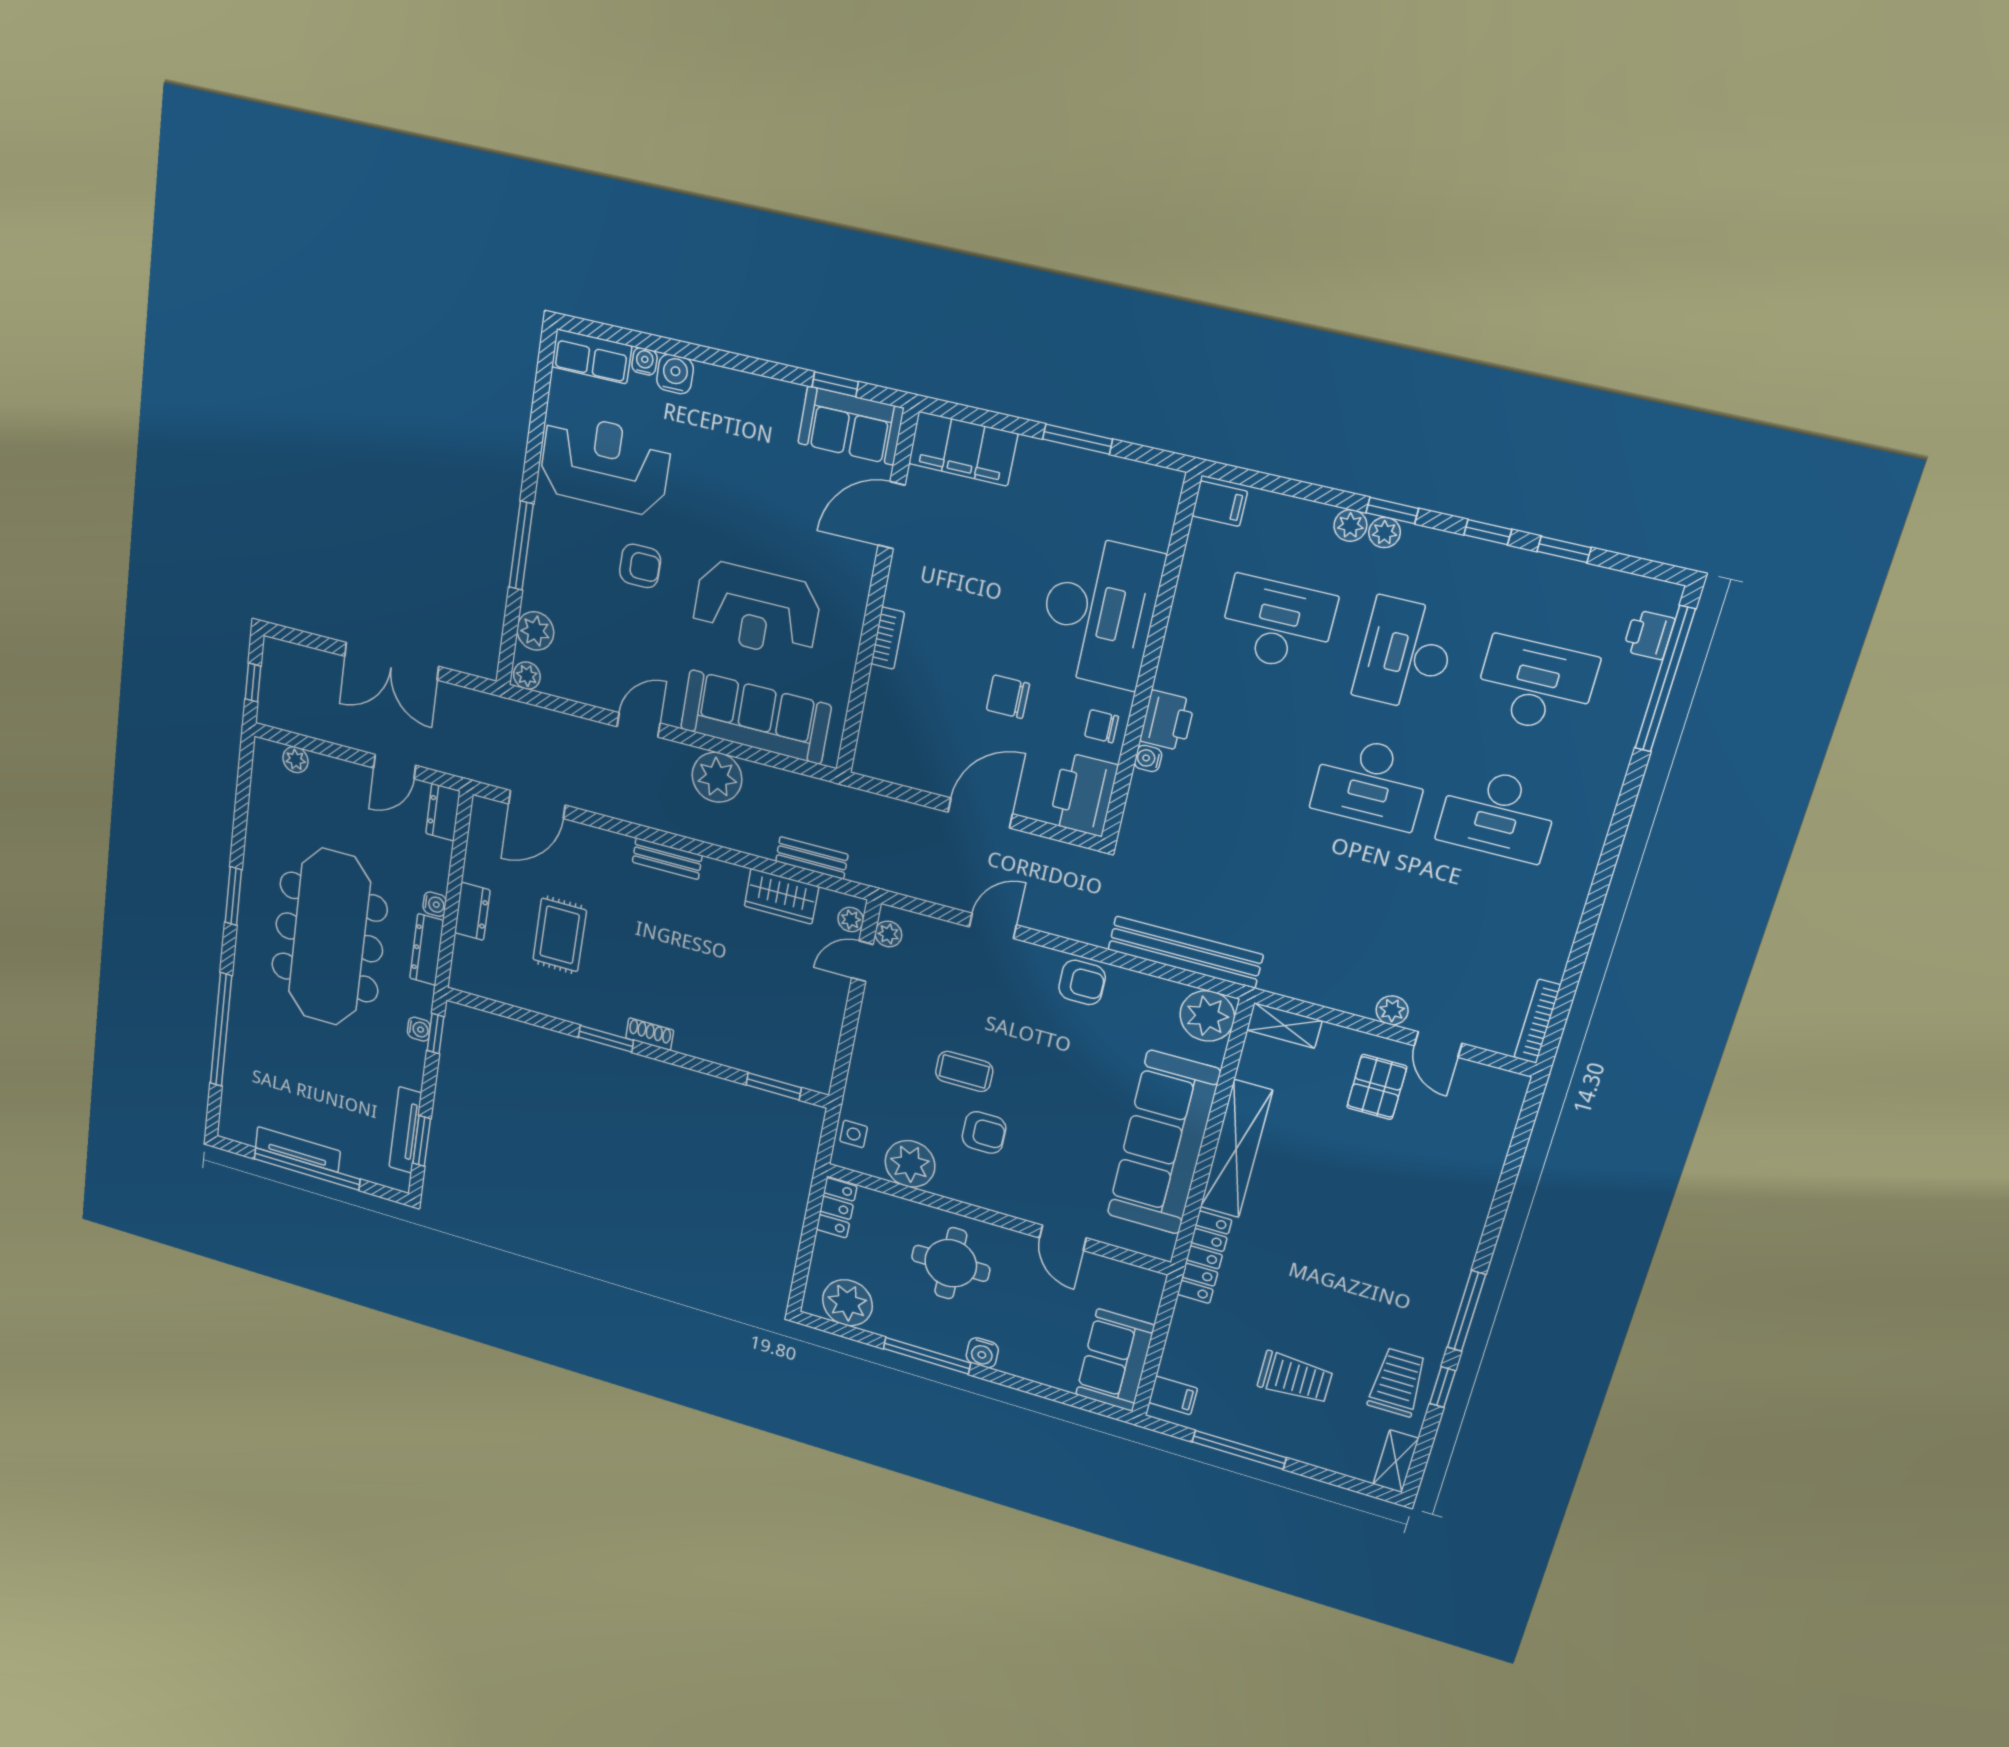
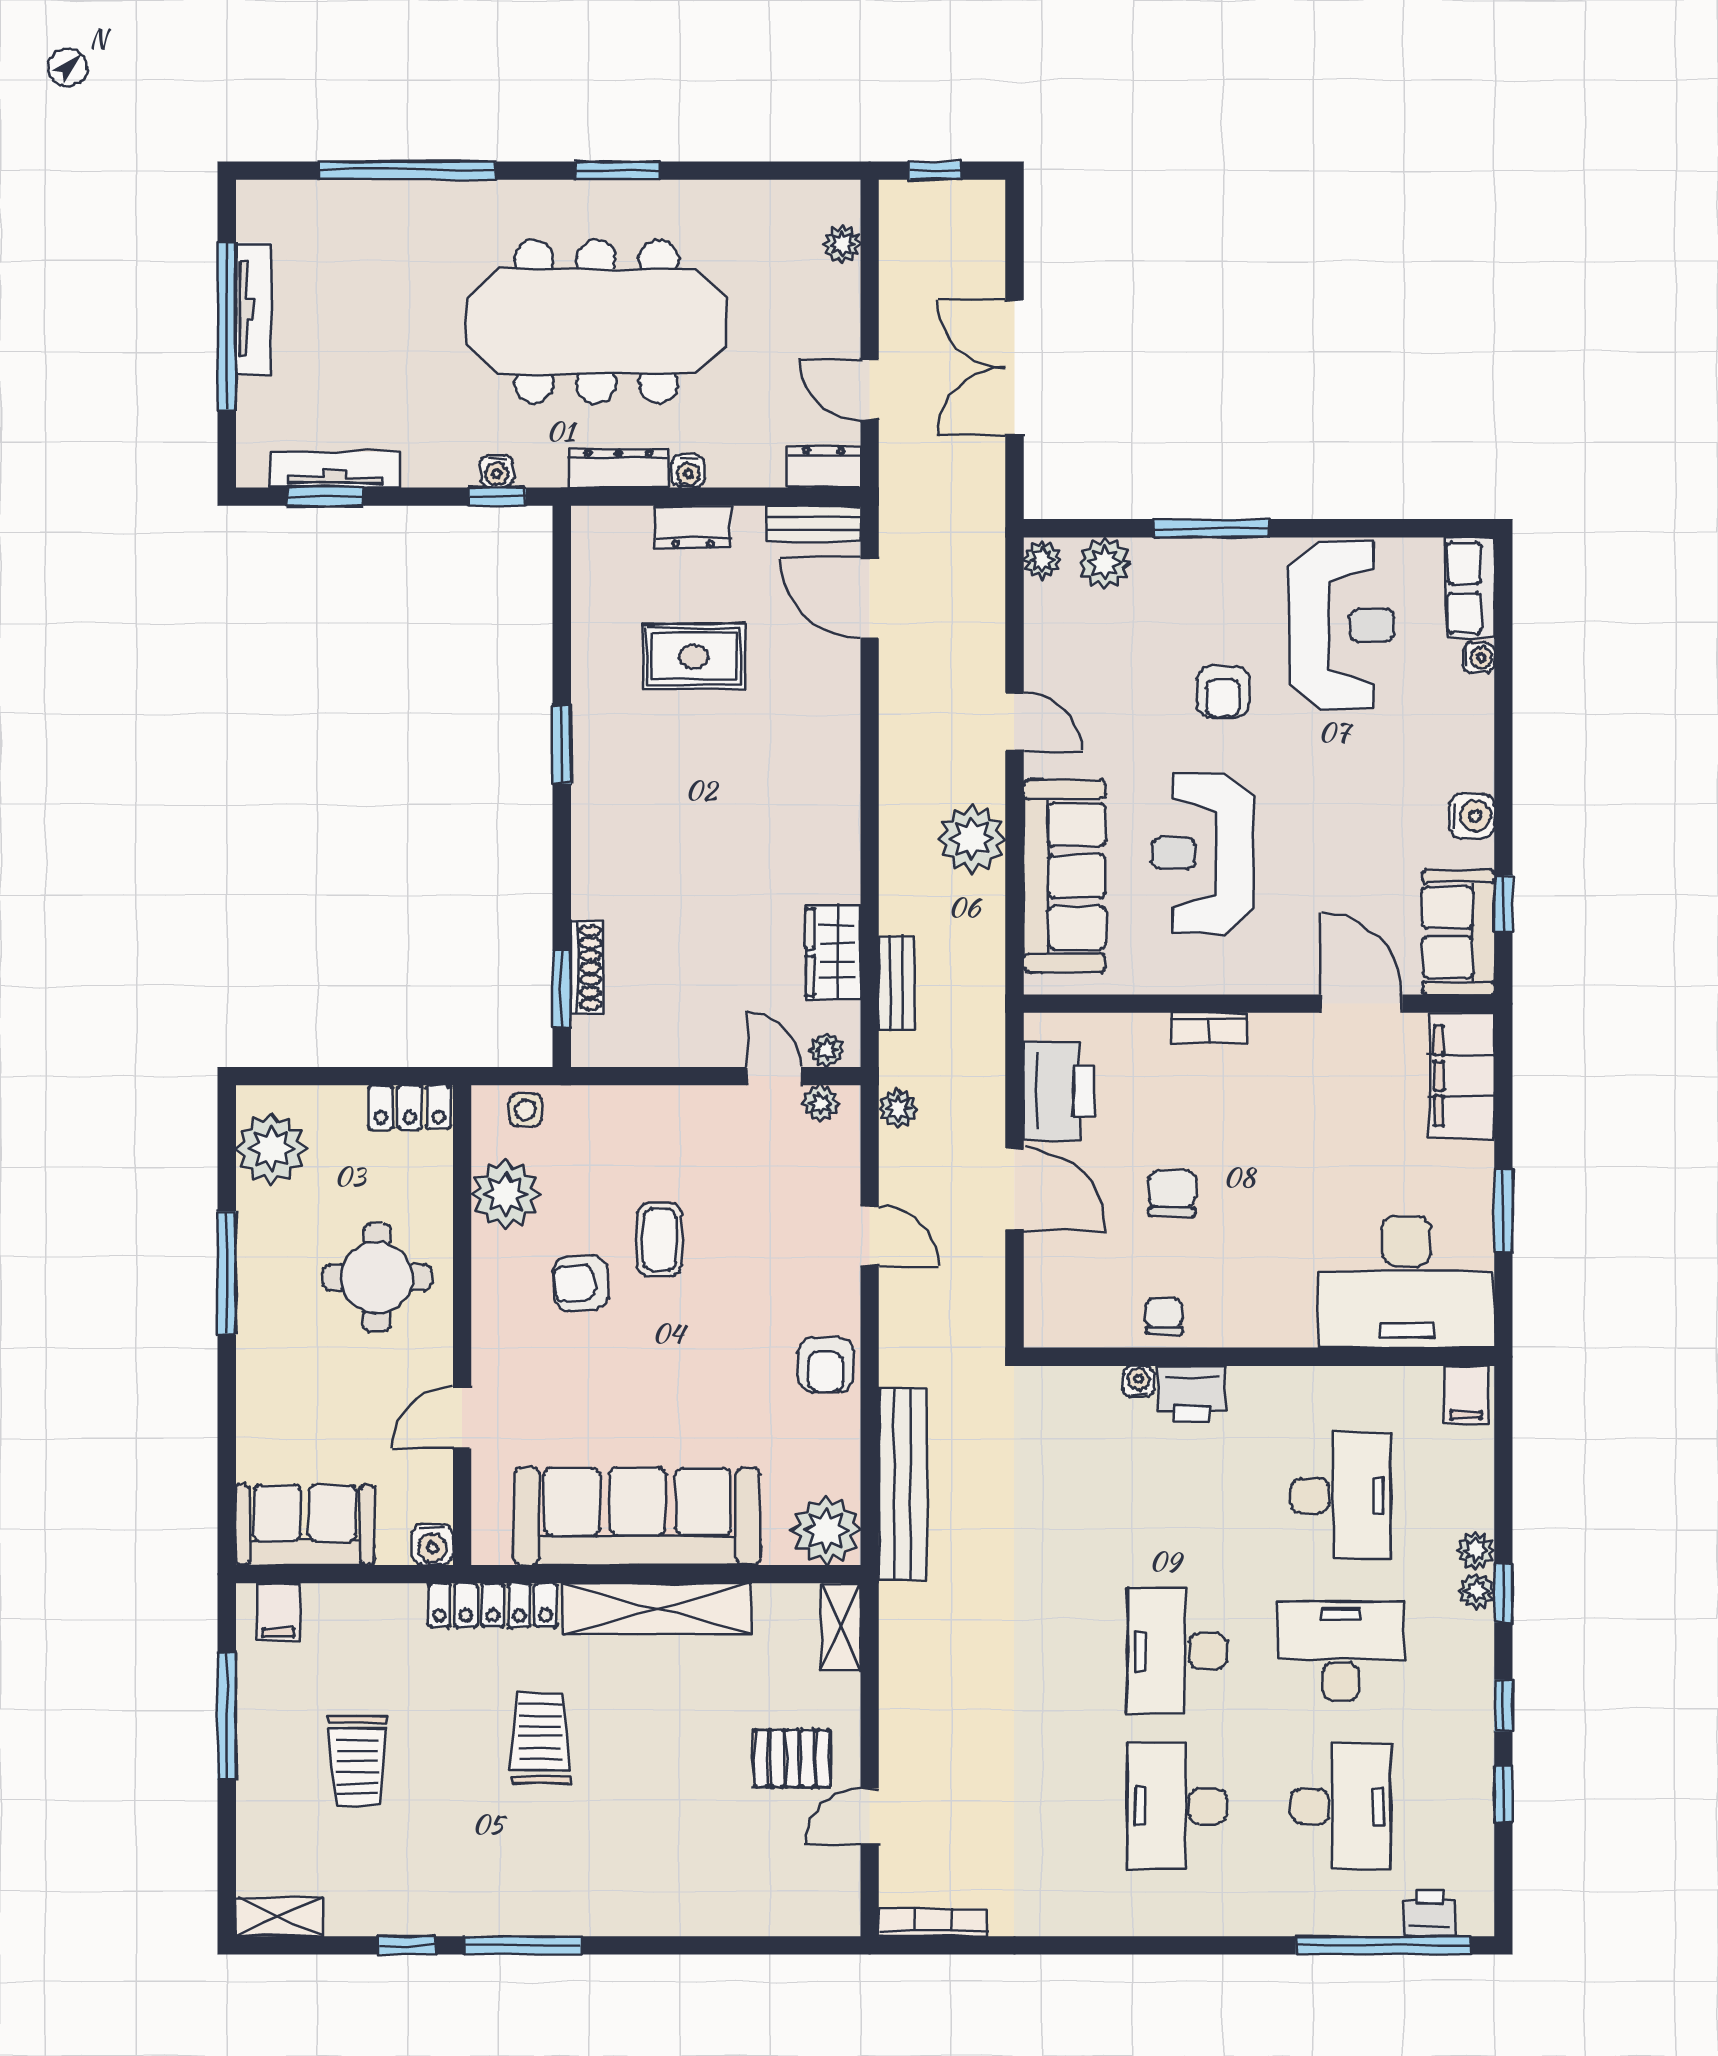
water cooler: (675, 374) -> (1472, 816), moved
desk: (1099, 611) -> (1406, 1282), moved
printer: (1083, 794) -> (1059, 1091), moved, turned 90
bench: (667, 859) -> (814, 524), moved, turned 90
plant: (1392, 1010) -> (898, 1108), moved
shoe rack: (650, 1034) -> (587, 967), moved, width x1.43
armchair: (984, 1132) -> (581, 1283), turned 87
water cooler: (982, 1353) -> (432, 1544), moved, turned -90
trolley: (1397, 1382) -> (540, 1738), moved, turned -90

